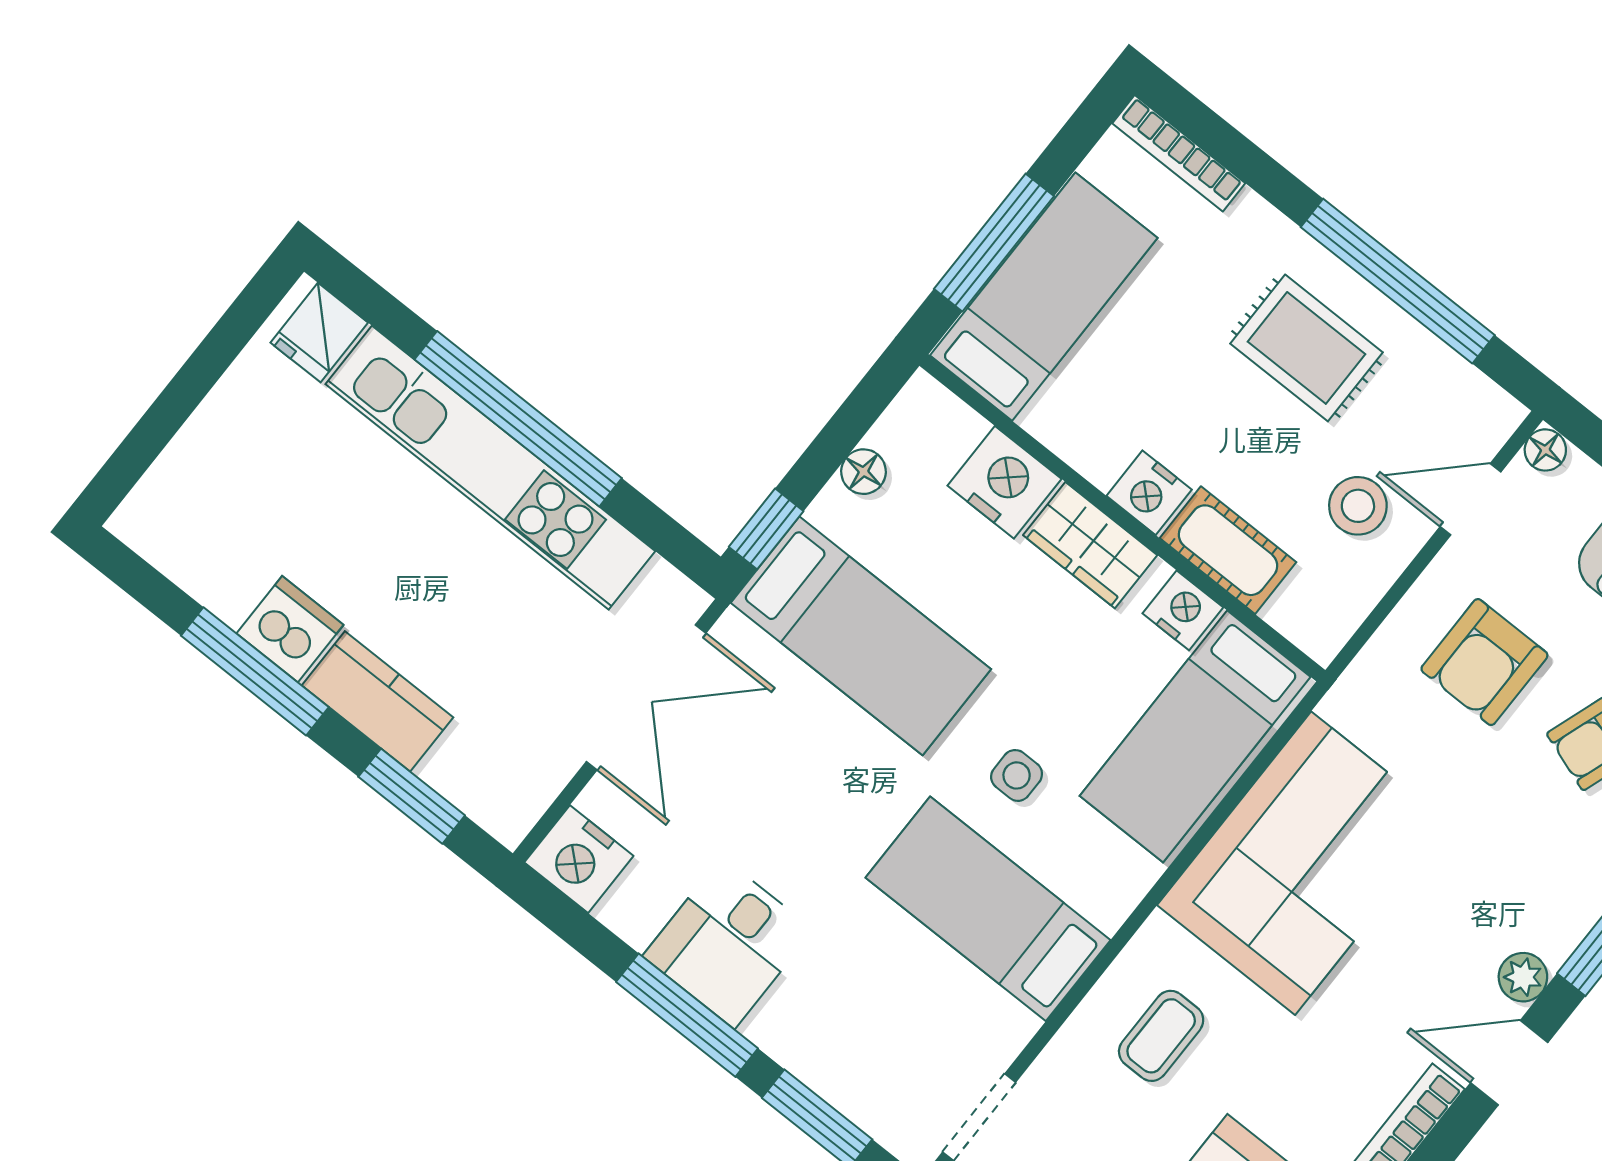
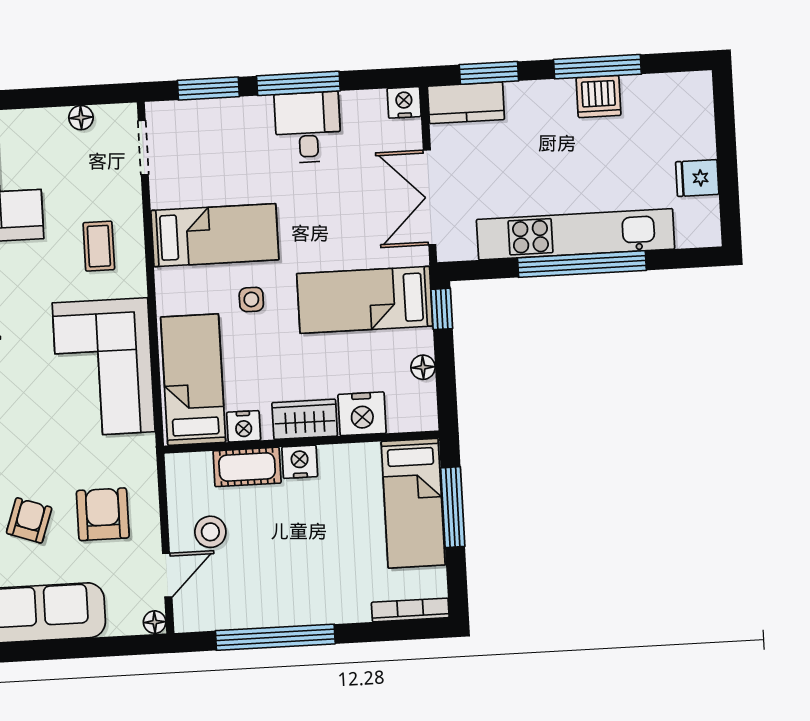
fridge: (319, 333) -> (697, 178), moved, turned -90
rug: (1307, 348) -> (288, 577), removed
kitchen counter: (378, 701) -> (466, 103), moved
nightstand: (579, 859) -> (404, 102), width x0.74, depth x0.75

